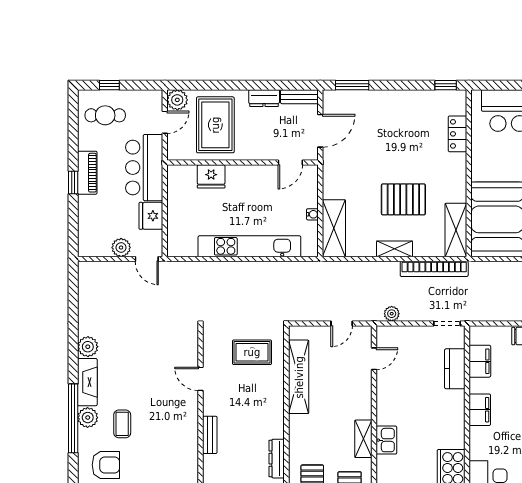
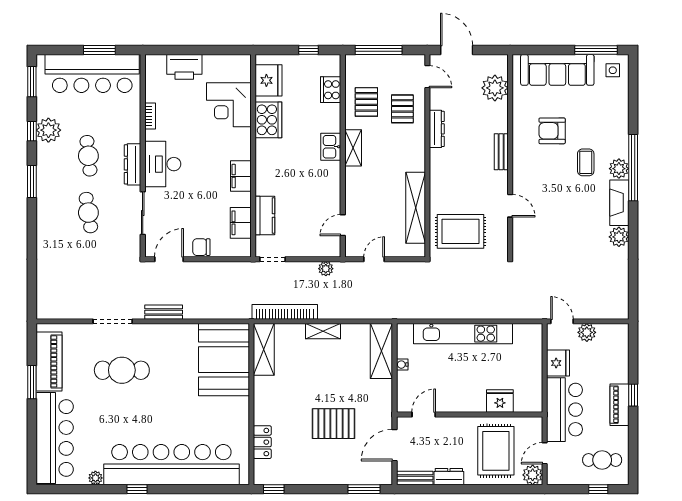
pallet: (403, 199) -> (333, 424), moved
rug: (252, 352) -> (460, 231), width x1.36, depth x1.43
armchair: (106, 465) -> (552, 131), moved

